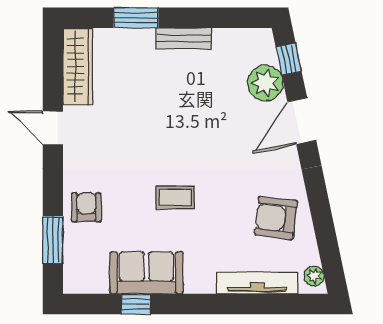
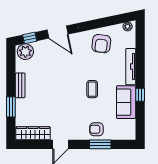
plant: (265, 83) -> (25, 52), moved
window: (53, 240) -> (100, 144), moved
tv unit: (257, 283) -> (131, 67), moved
window: (136, 304) -> (140, 95), moved

